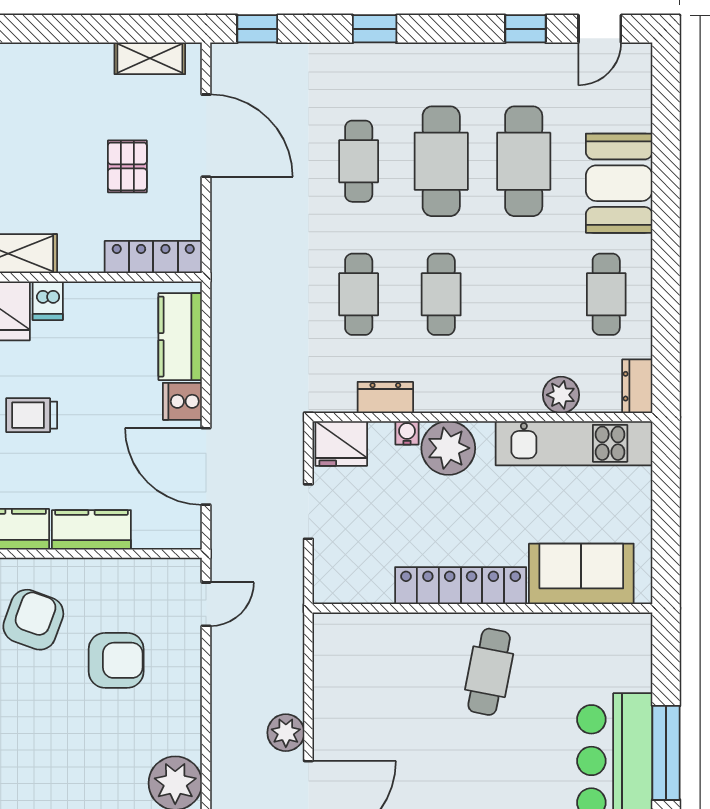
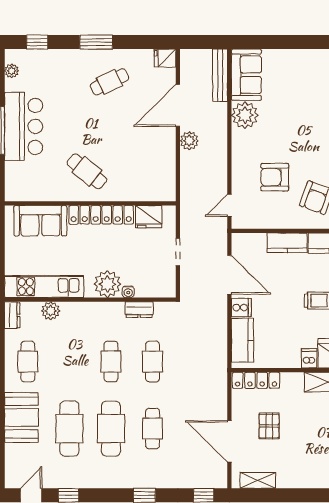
fridge: (341, 444) -> (149, 217), moved, turned 180
cafe table: (489, 672) -> (87, 171), turned -62

